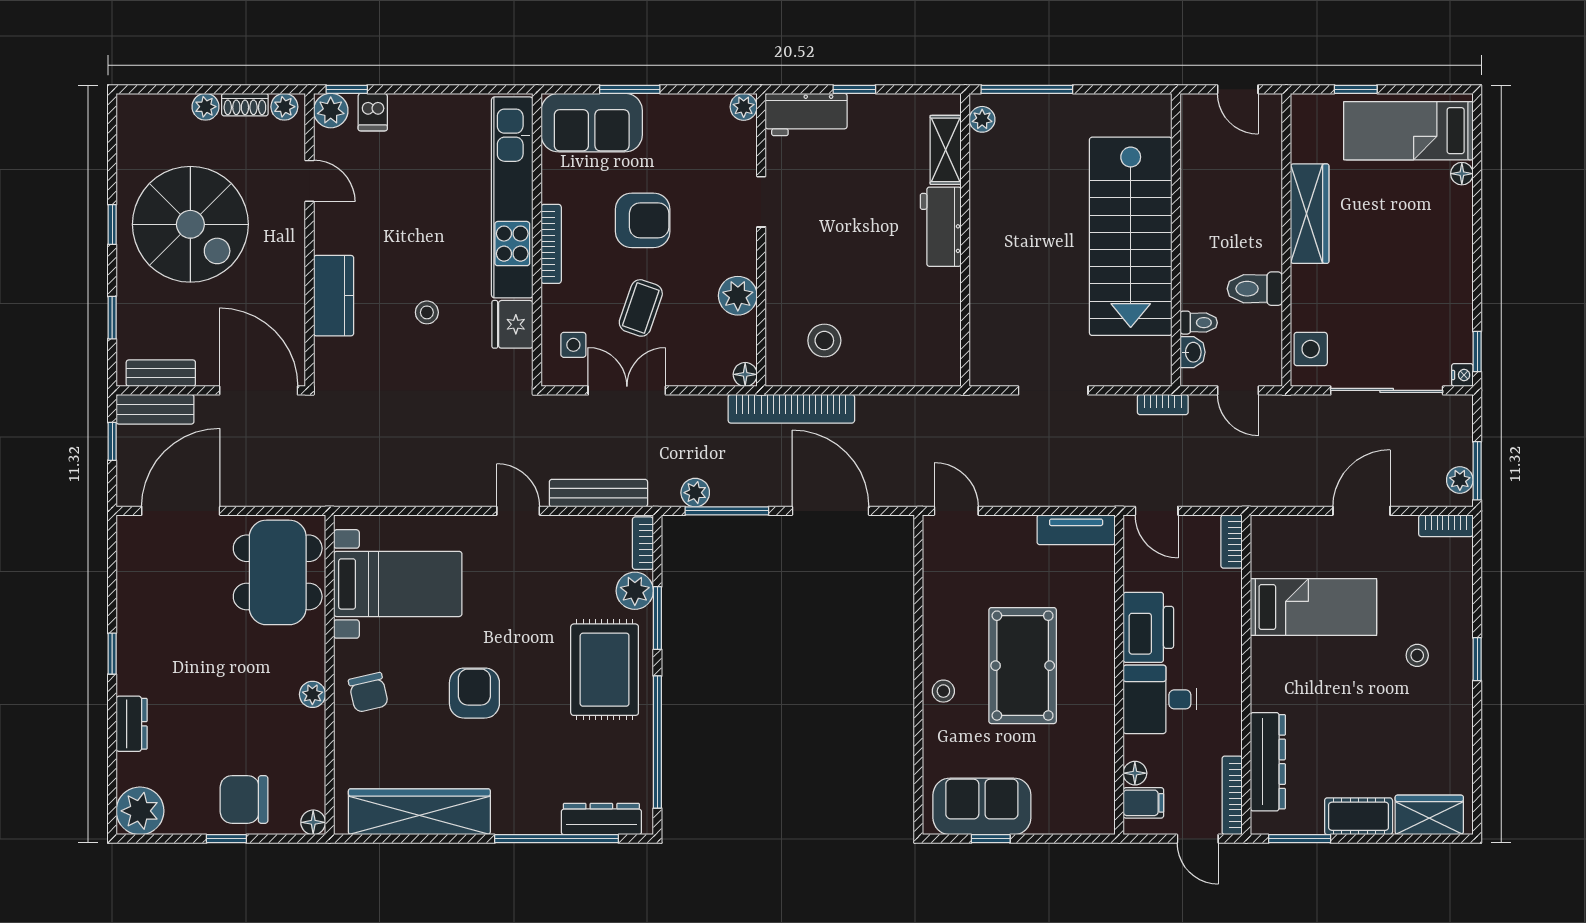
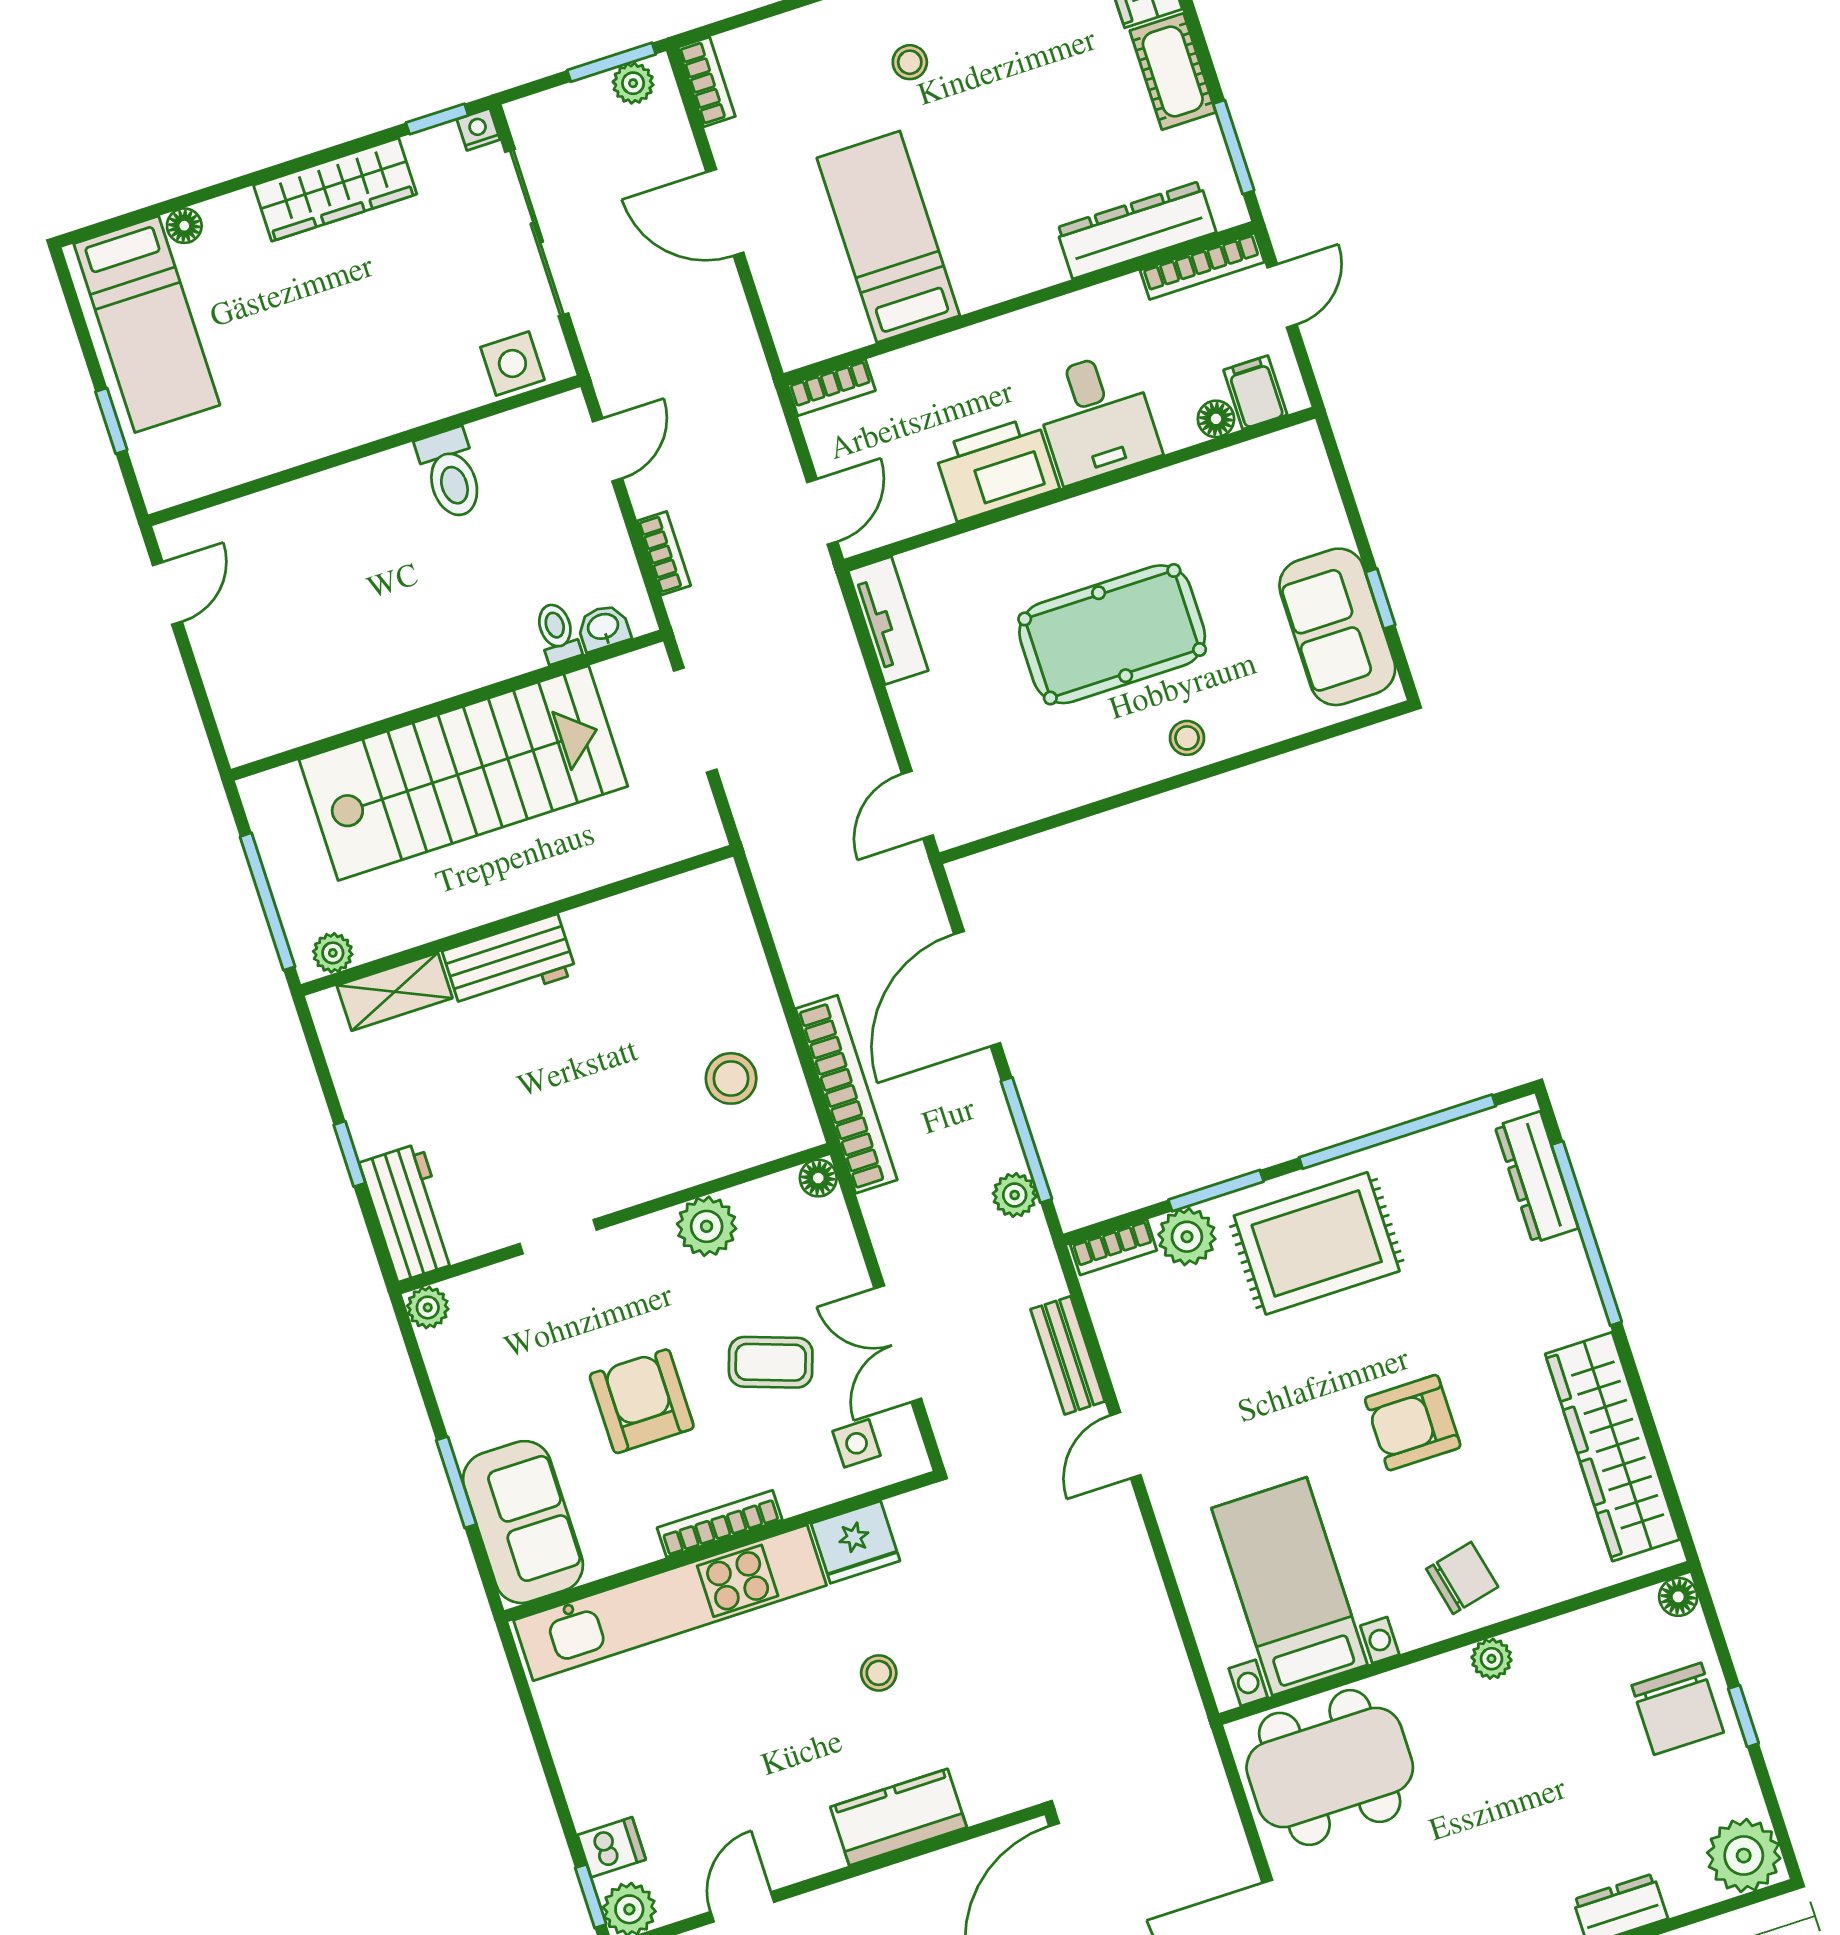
wardrobe: (1310, 214) -> (335, 190), moved, turned 180
stairs: (1131, 236) -> (463, 773), moved
wall: (1176, 240) -> (447, 705), moved
toilet: (1199, 323) -> (557, 633), moved
washbasin: (1193, 352) -> (603, 628), moved
bench: (598, 493) -> (1068, 1355), width x0.73

